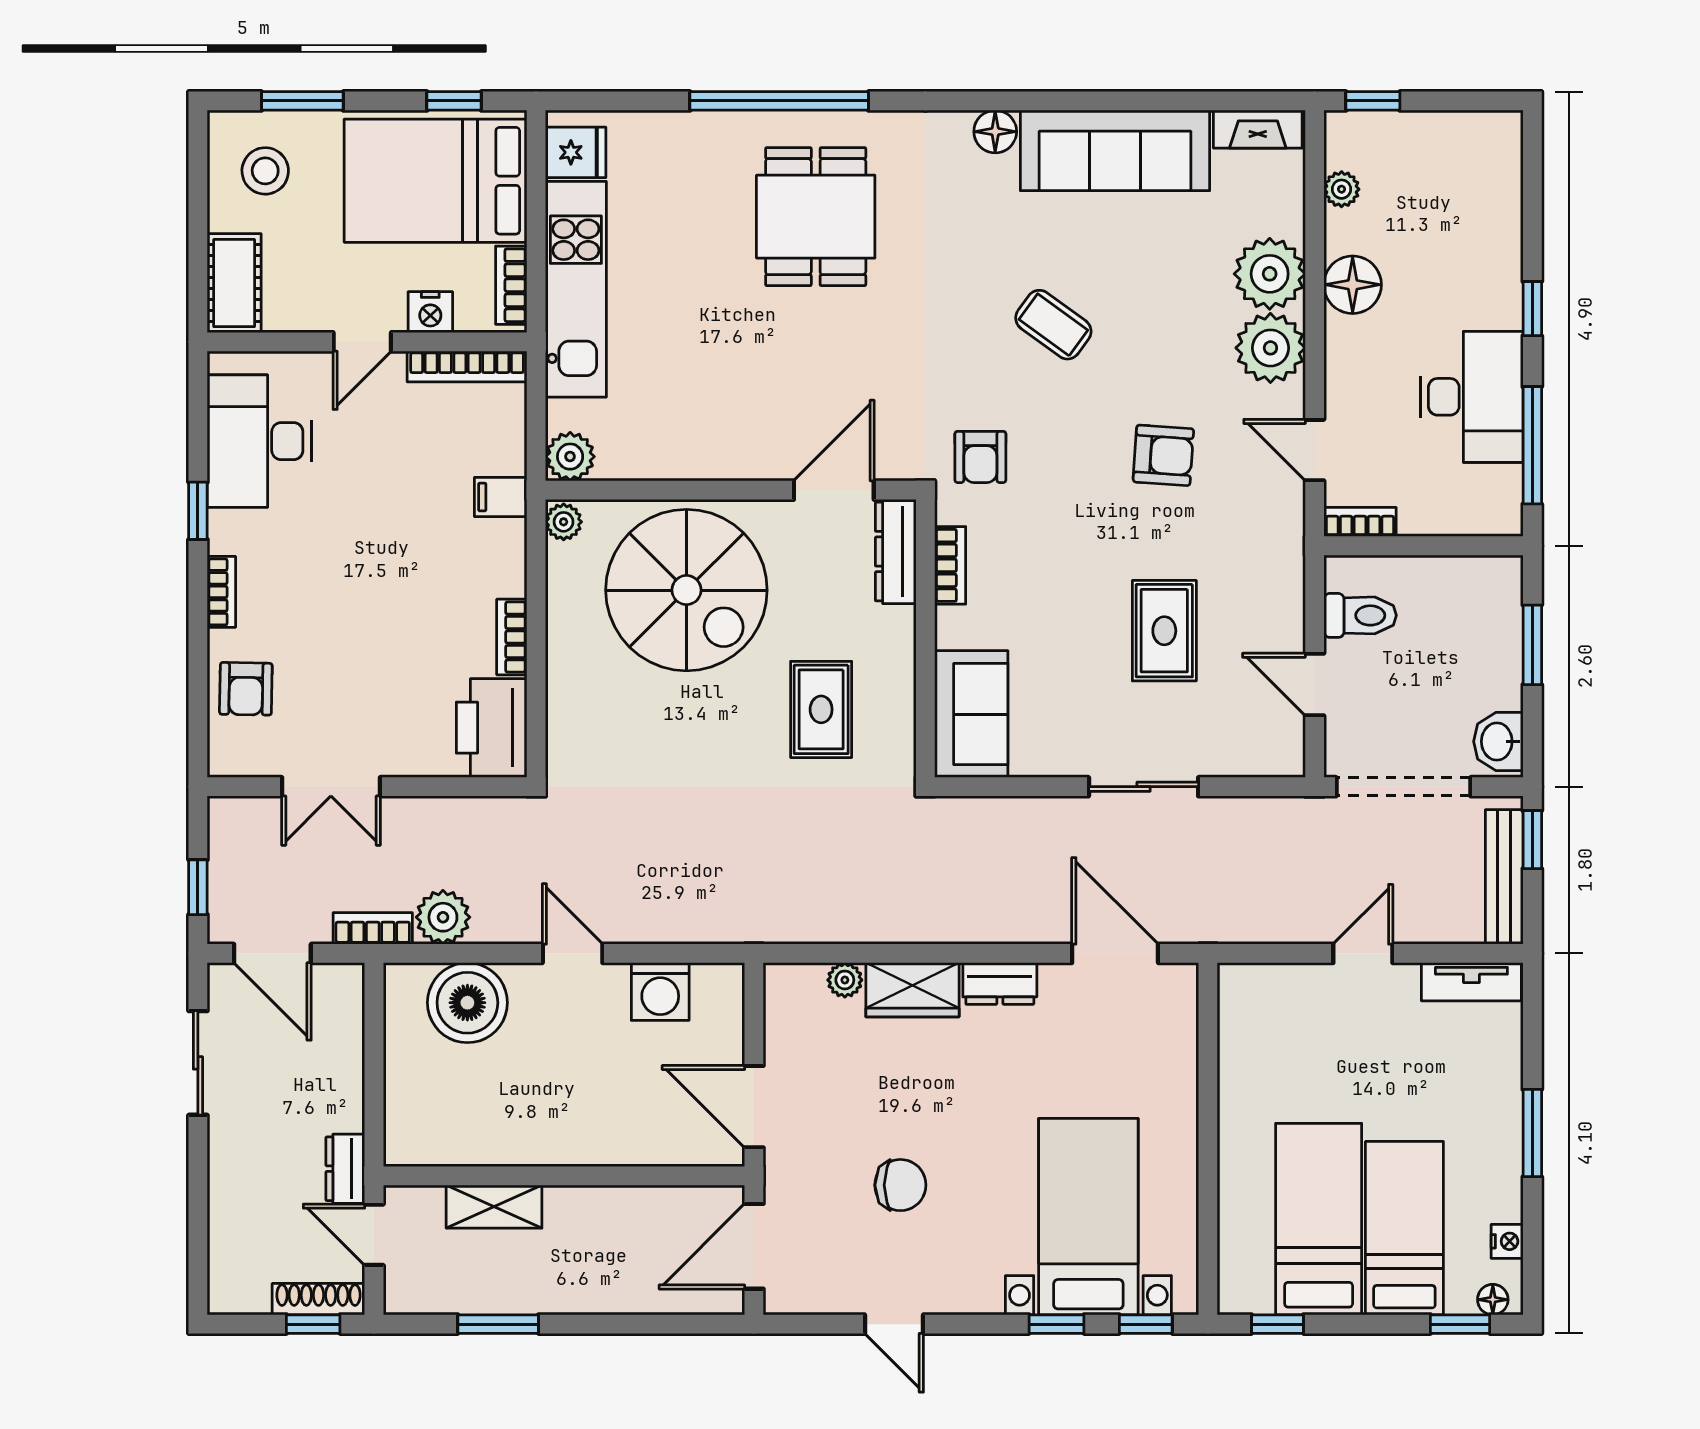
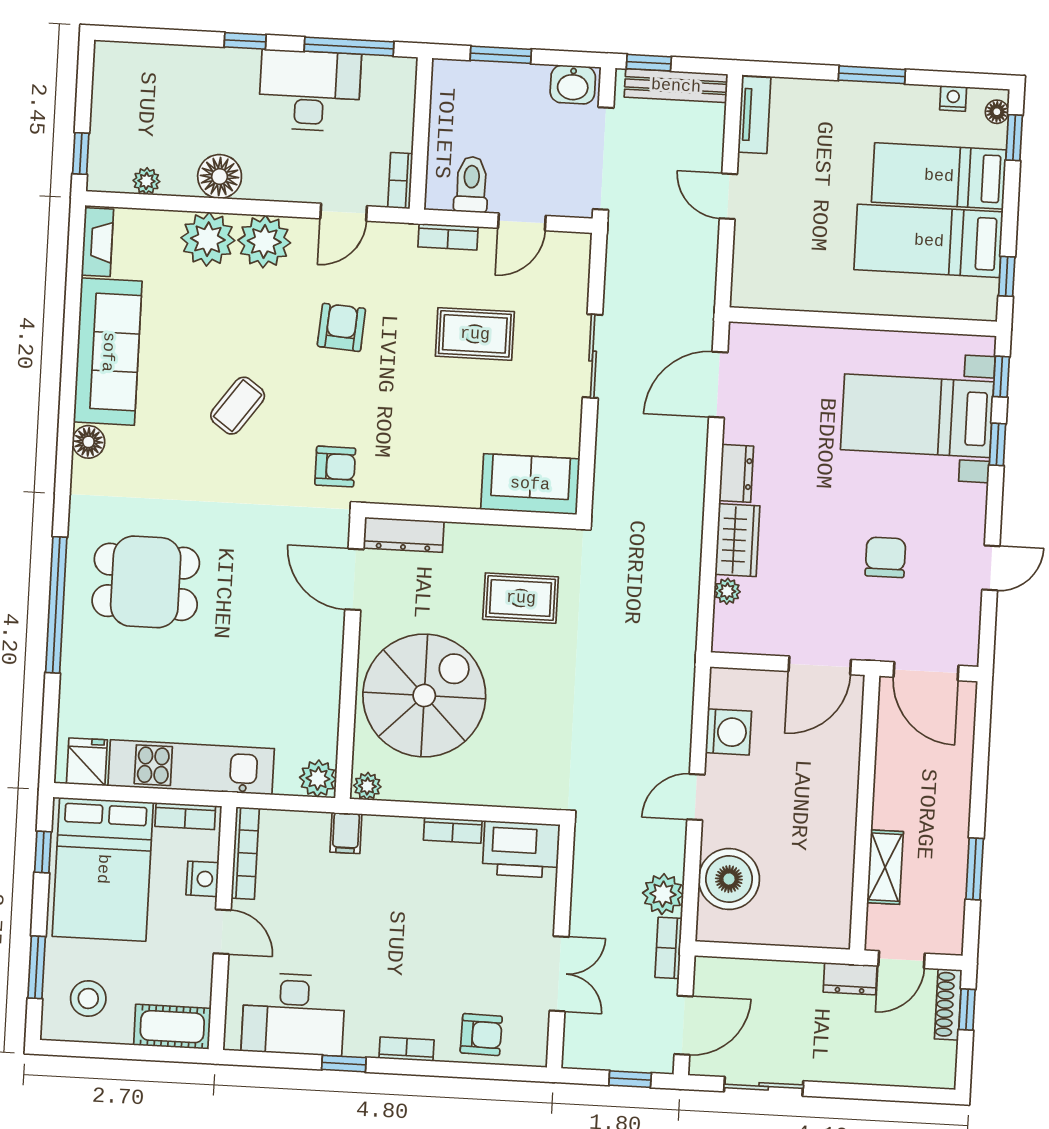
bookcase: (950, 565) -> (448, 237), moved, turned 180

